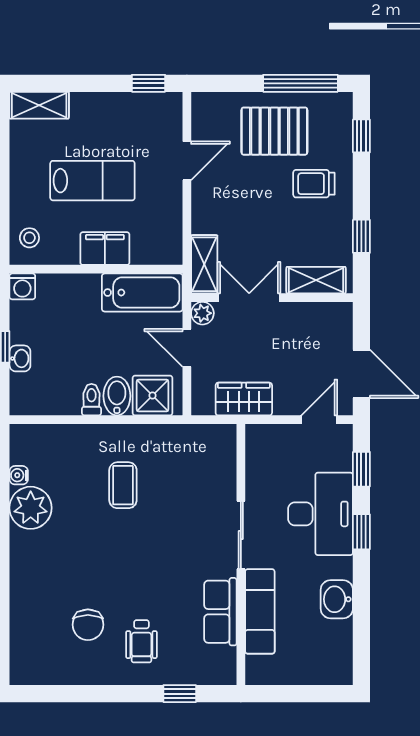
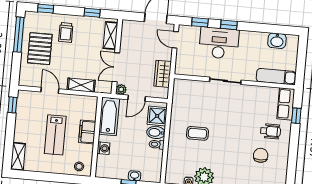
lab bench: (92, 181) -> (55, 135), turned 180
shelving: (204, 264) -> (81, 85), moved
washing machine: (22, 286) -> (103, 148), moved
washbasin: (337, 599) -> (277, 41), moved
exam couch: (260, 611) -> (276, 77), moved
row of seats: (220, 612) -> (286, 104), moved, turned 90
chair: (88, 625) -> (261, 155), turned -90

